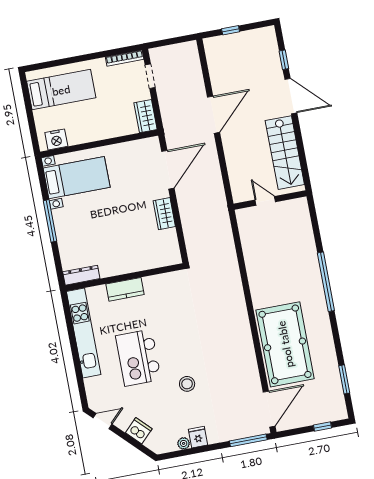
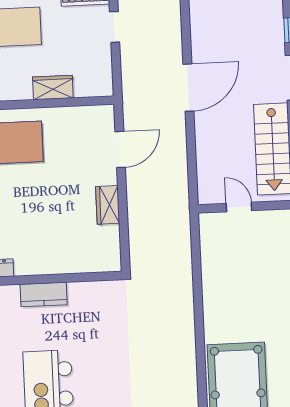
wardrobe: (146, 116) -> (53, 87), moved, turned 90
door: (168, 170) -> (120, 149), width x0.73

